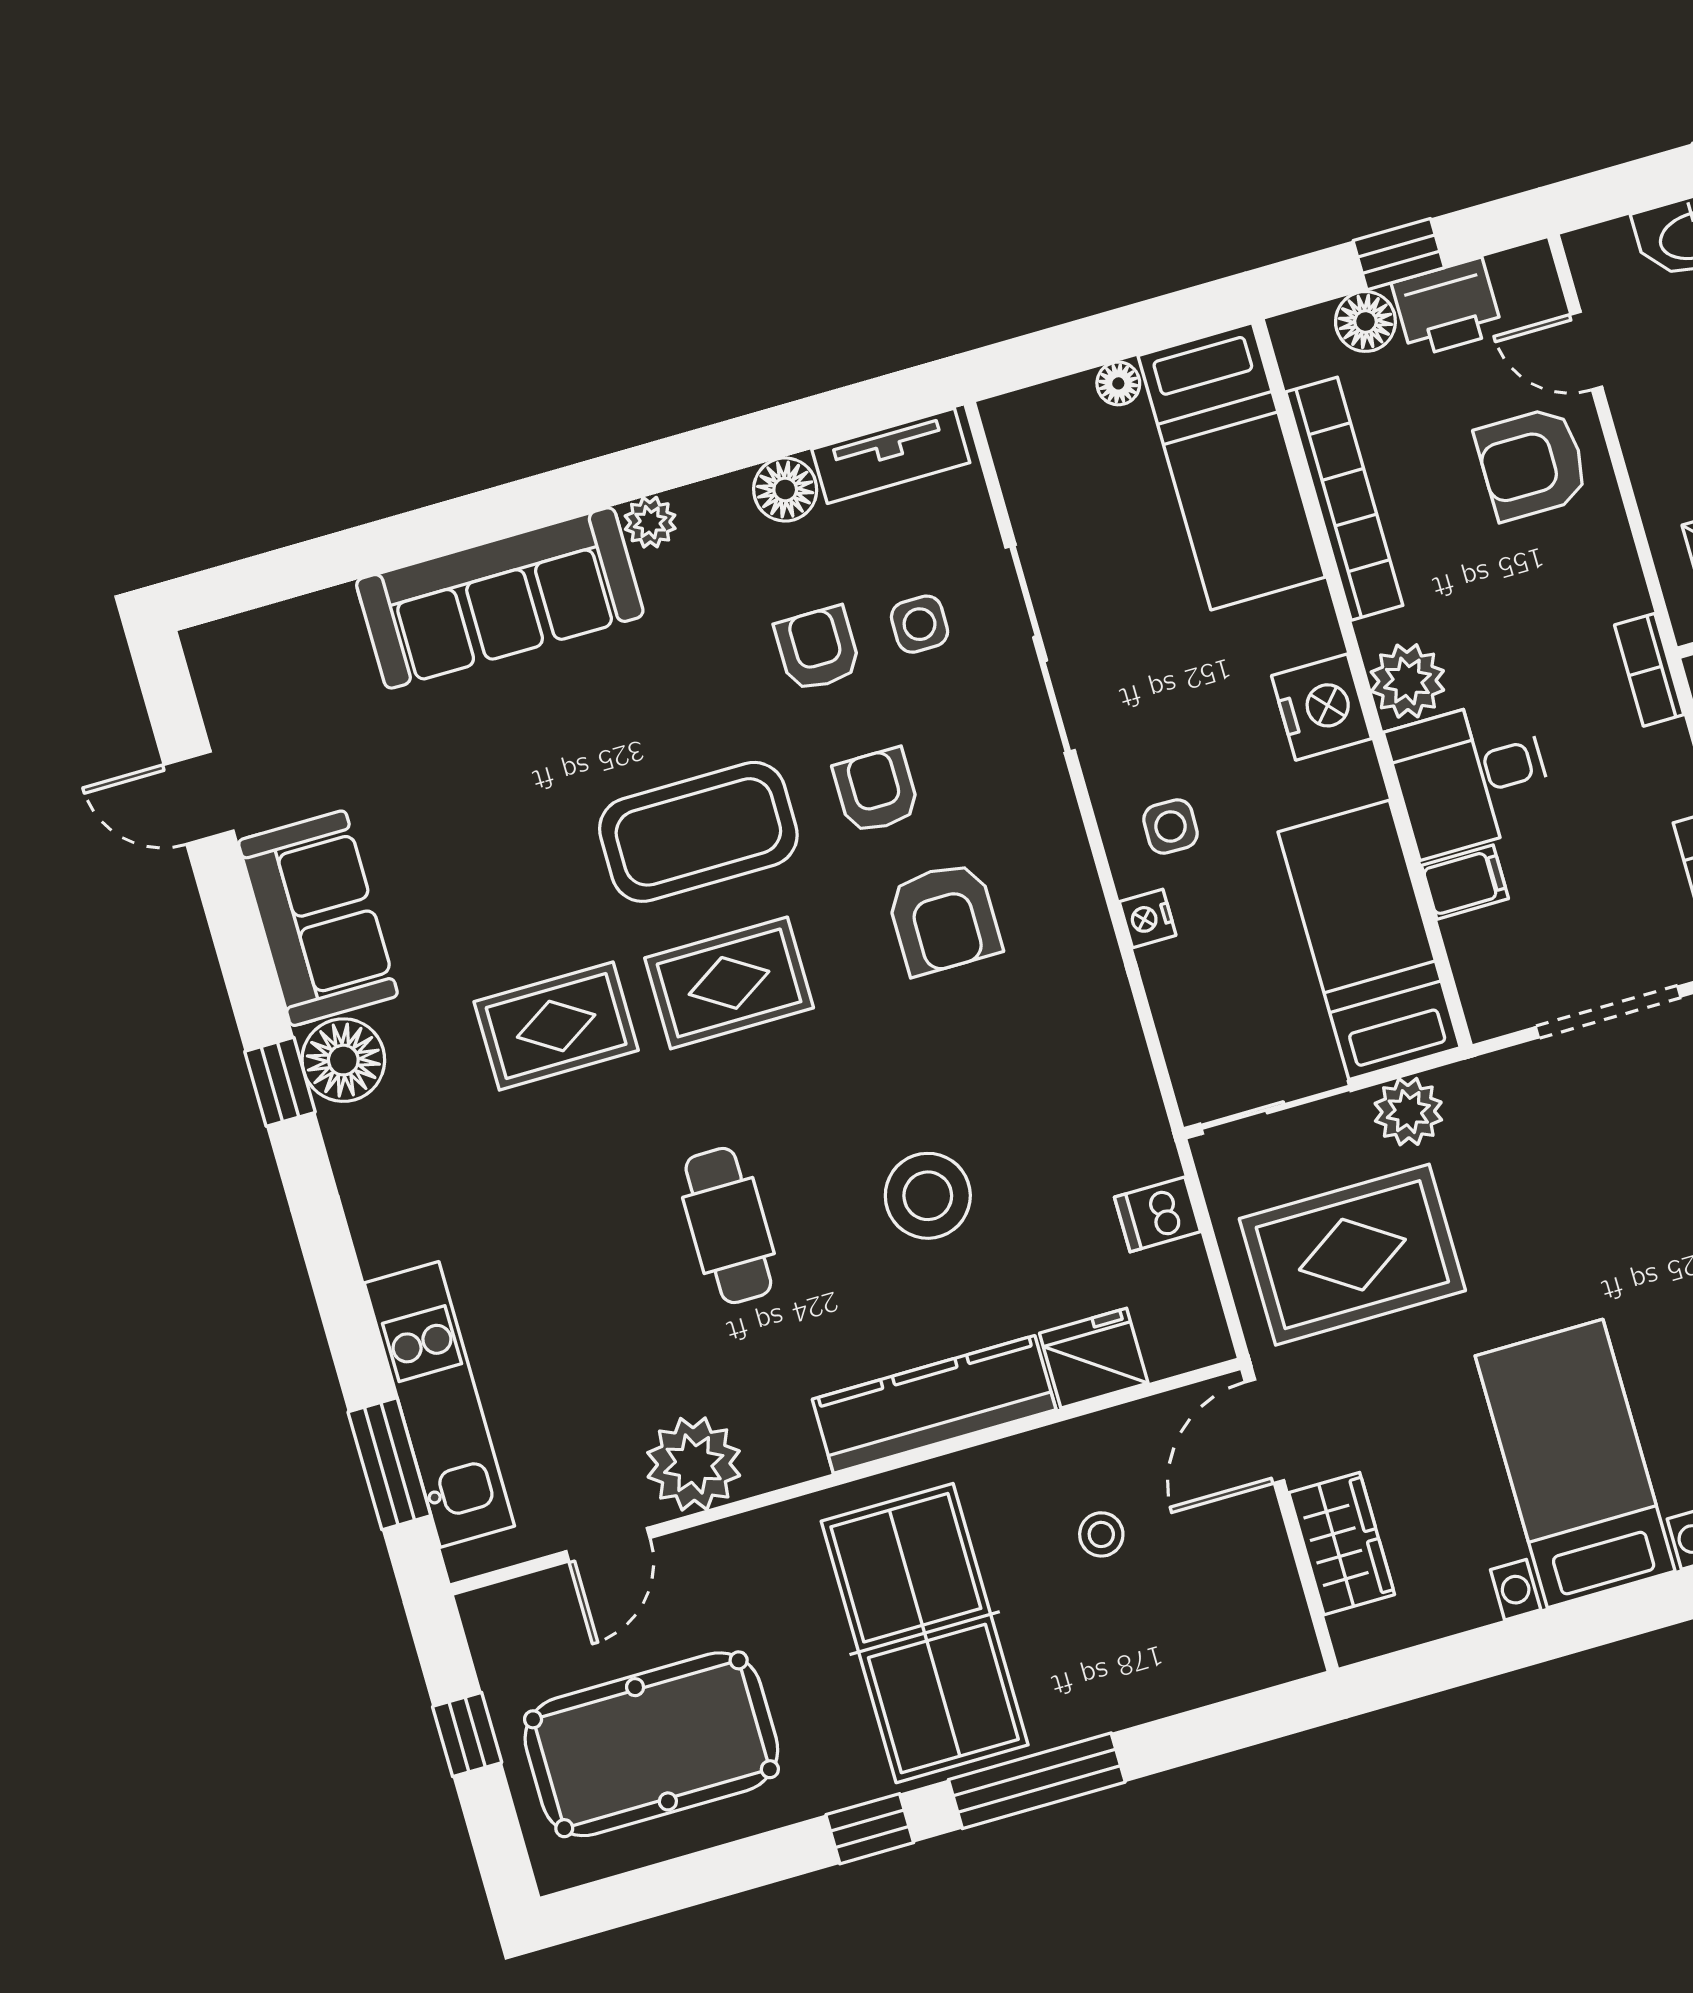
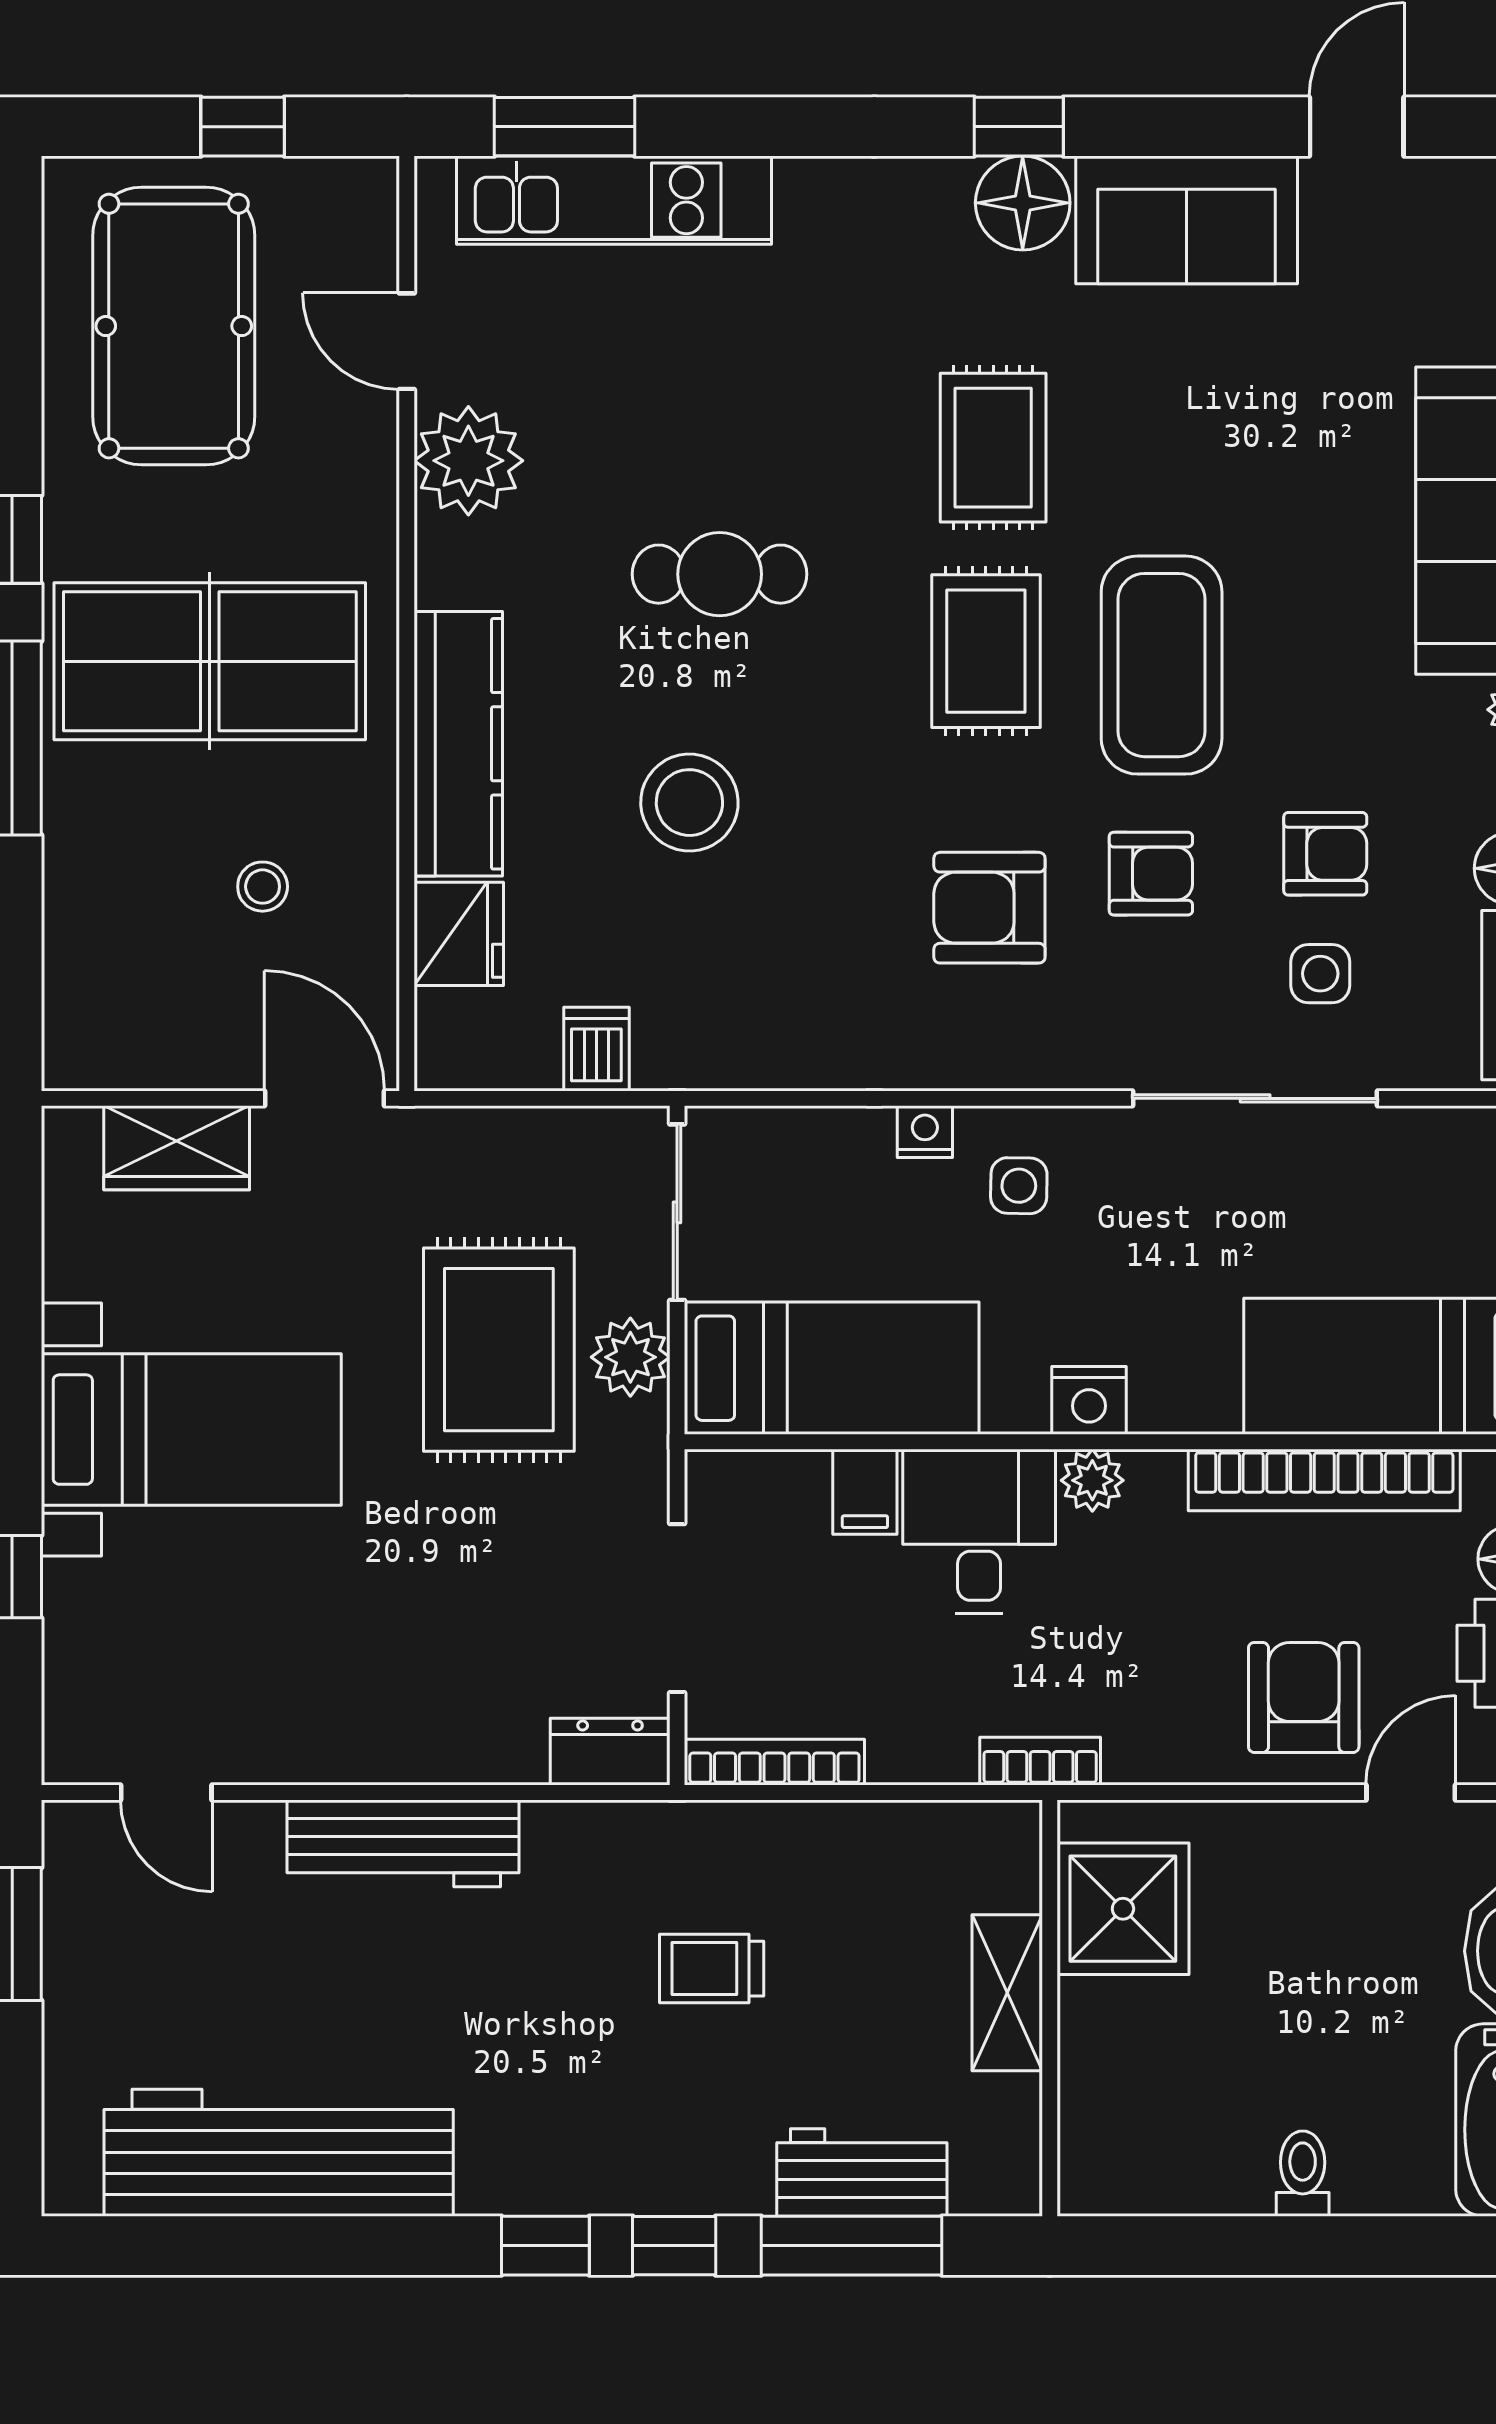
plant: (1407, 681) -> (1092, 1480), width x0.73, depth x0.73
nightstand: (1322, 707) -> (1089, 1400), width x0.74, depth x0.75
rug: (1352, 1255) -> (499, 1350), moved

